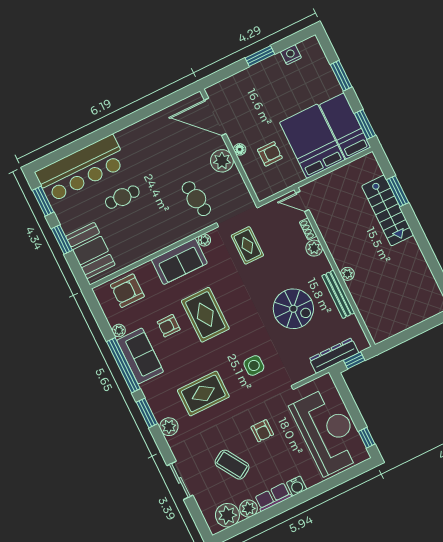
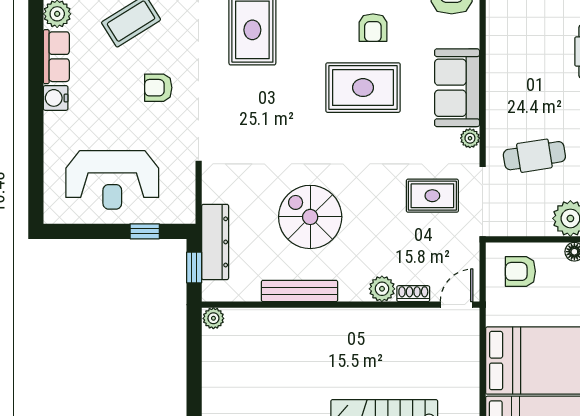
armchair: (270, 154) -> (520, 271), moved, turned 90
plant: (347, 274) -> (213, 318), moved
spiral stairs: (293, 309) -> (310, 217), turned 90
armchair: (169, 326) -> (373, 28), turned 180
side table: (254, 365) -> (257, 121), removed
reception desk: (327, 431) -> (112, 180), width x0.74, depth x0.77
window: (367, 438) -> (145, 231), moved

